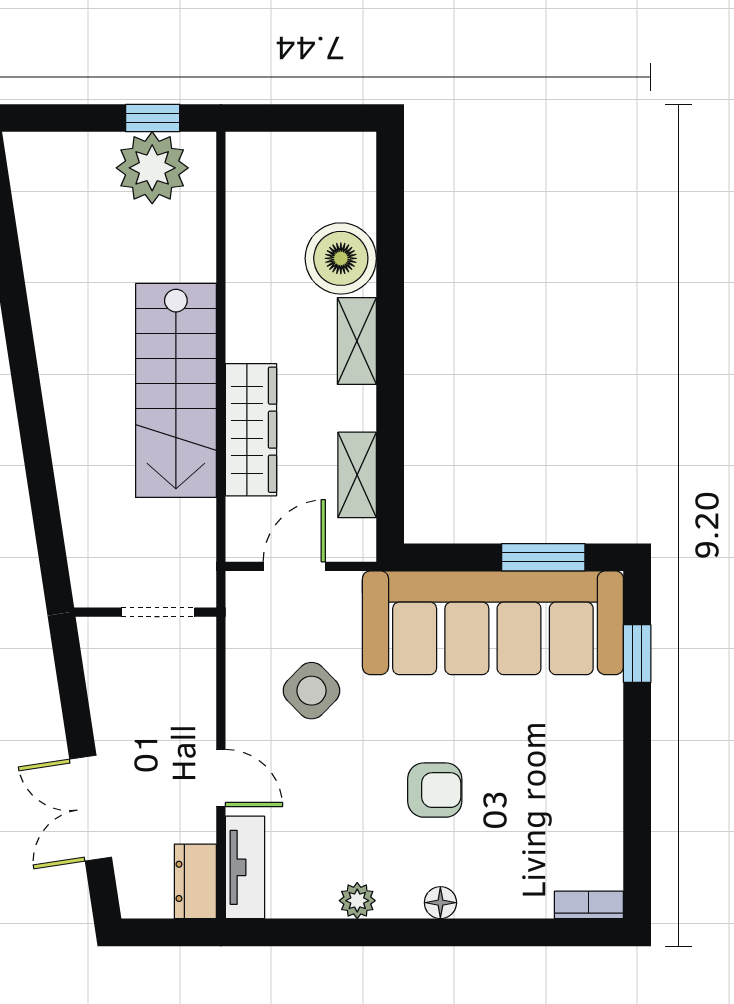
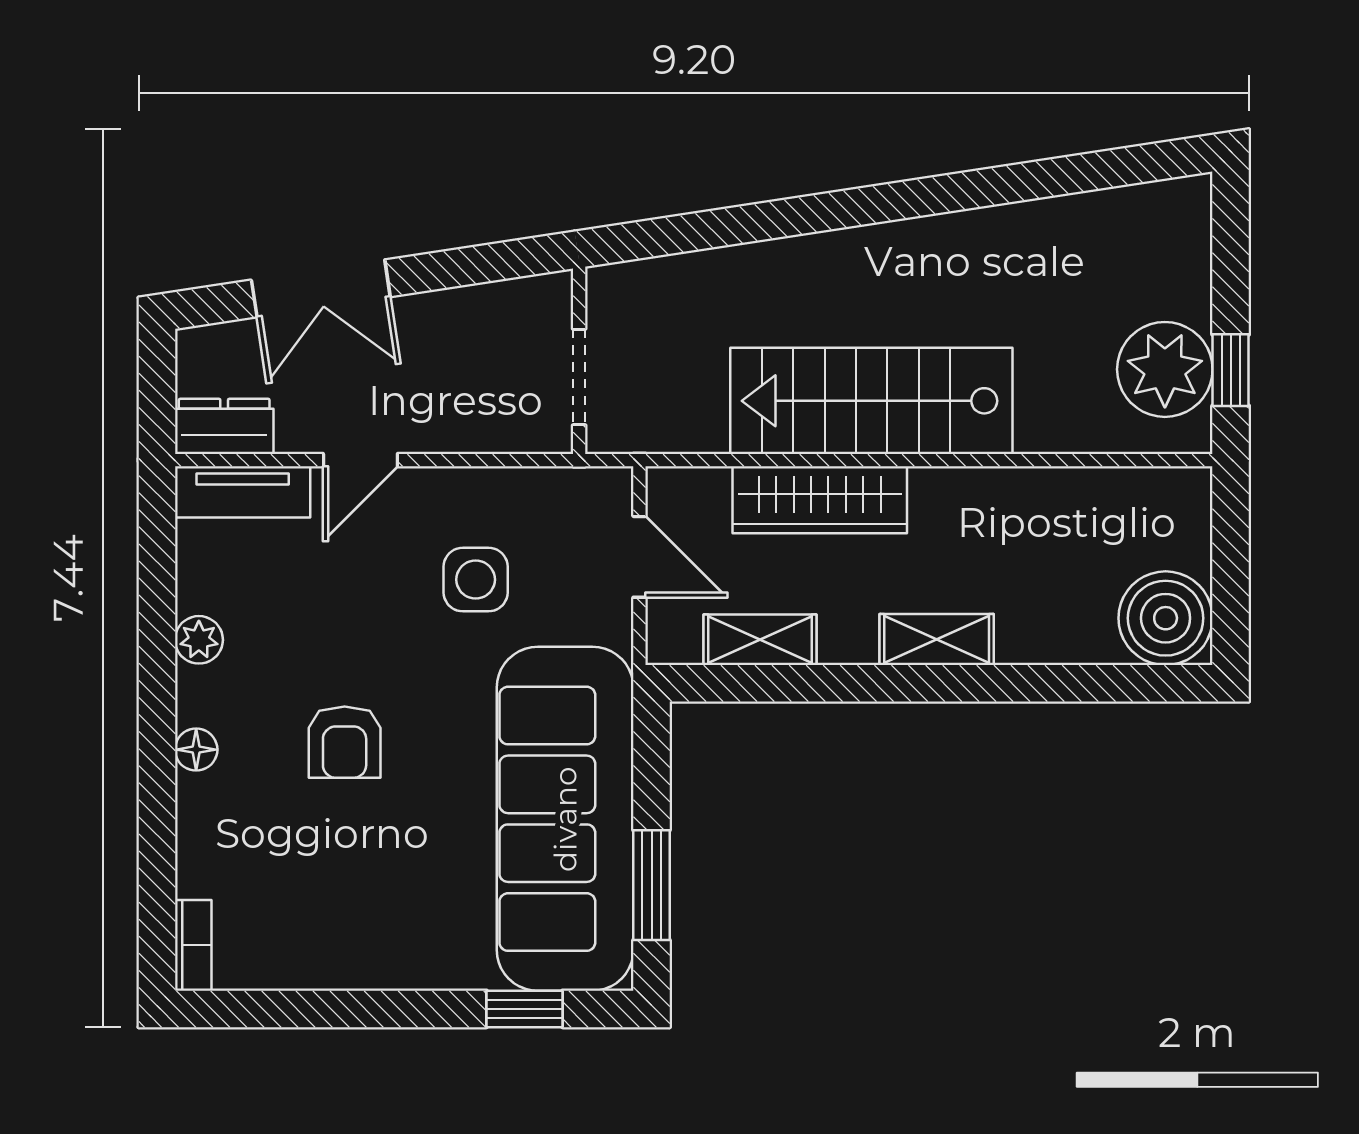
boiler: (341, 258) -> (1166, 618), moved
side table: (311, 691) -> (476, 580), turned 45
double door: (91, 808) -> (321, 288), swing flipped

